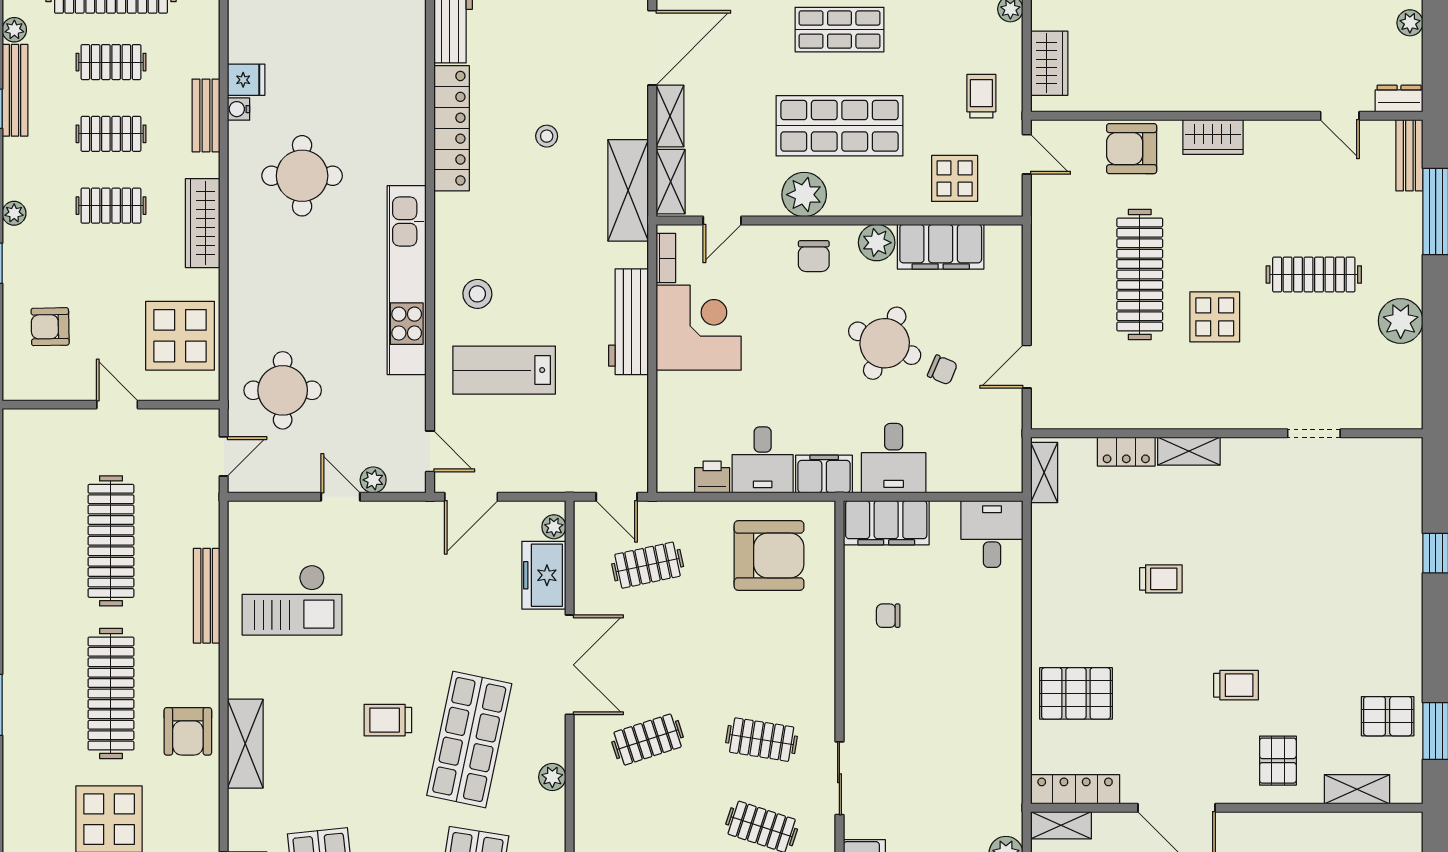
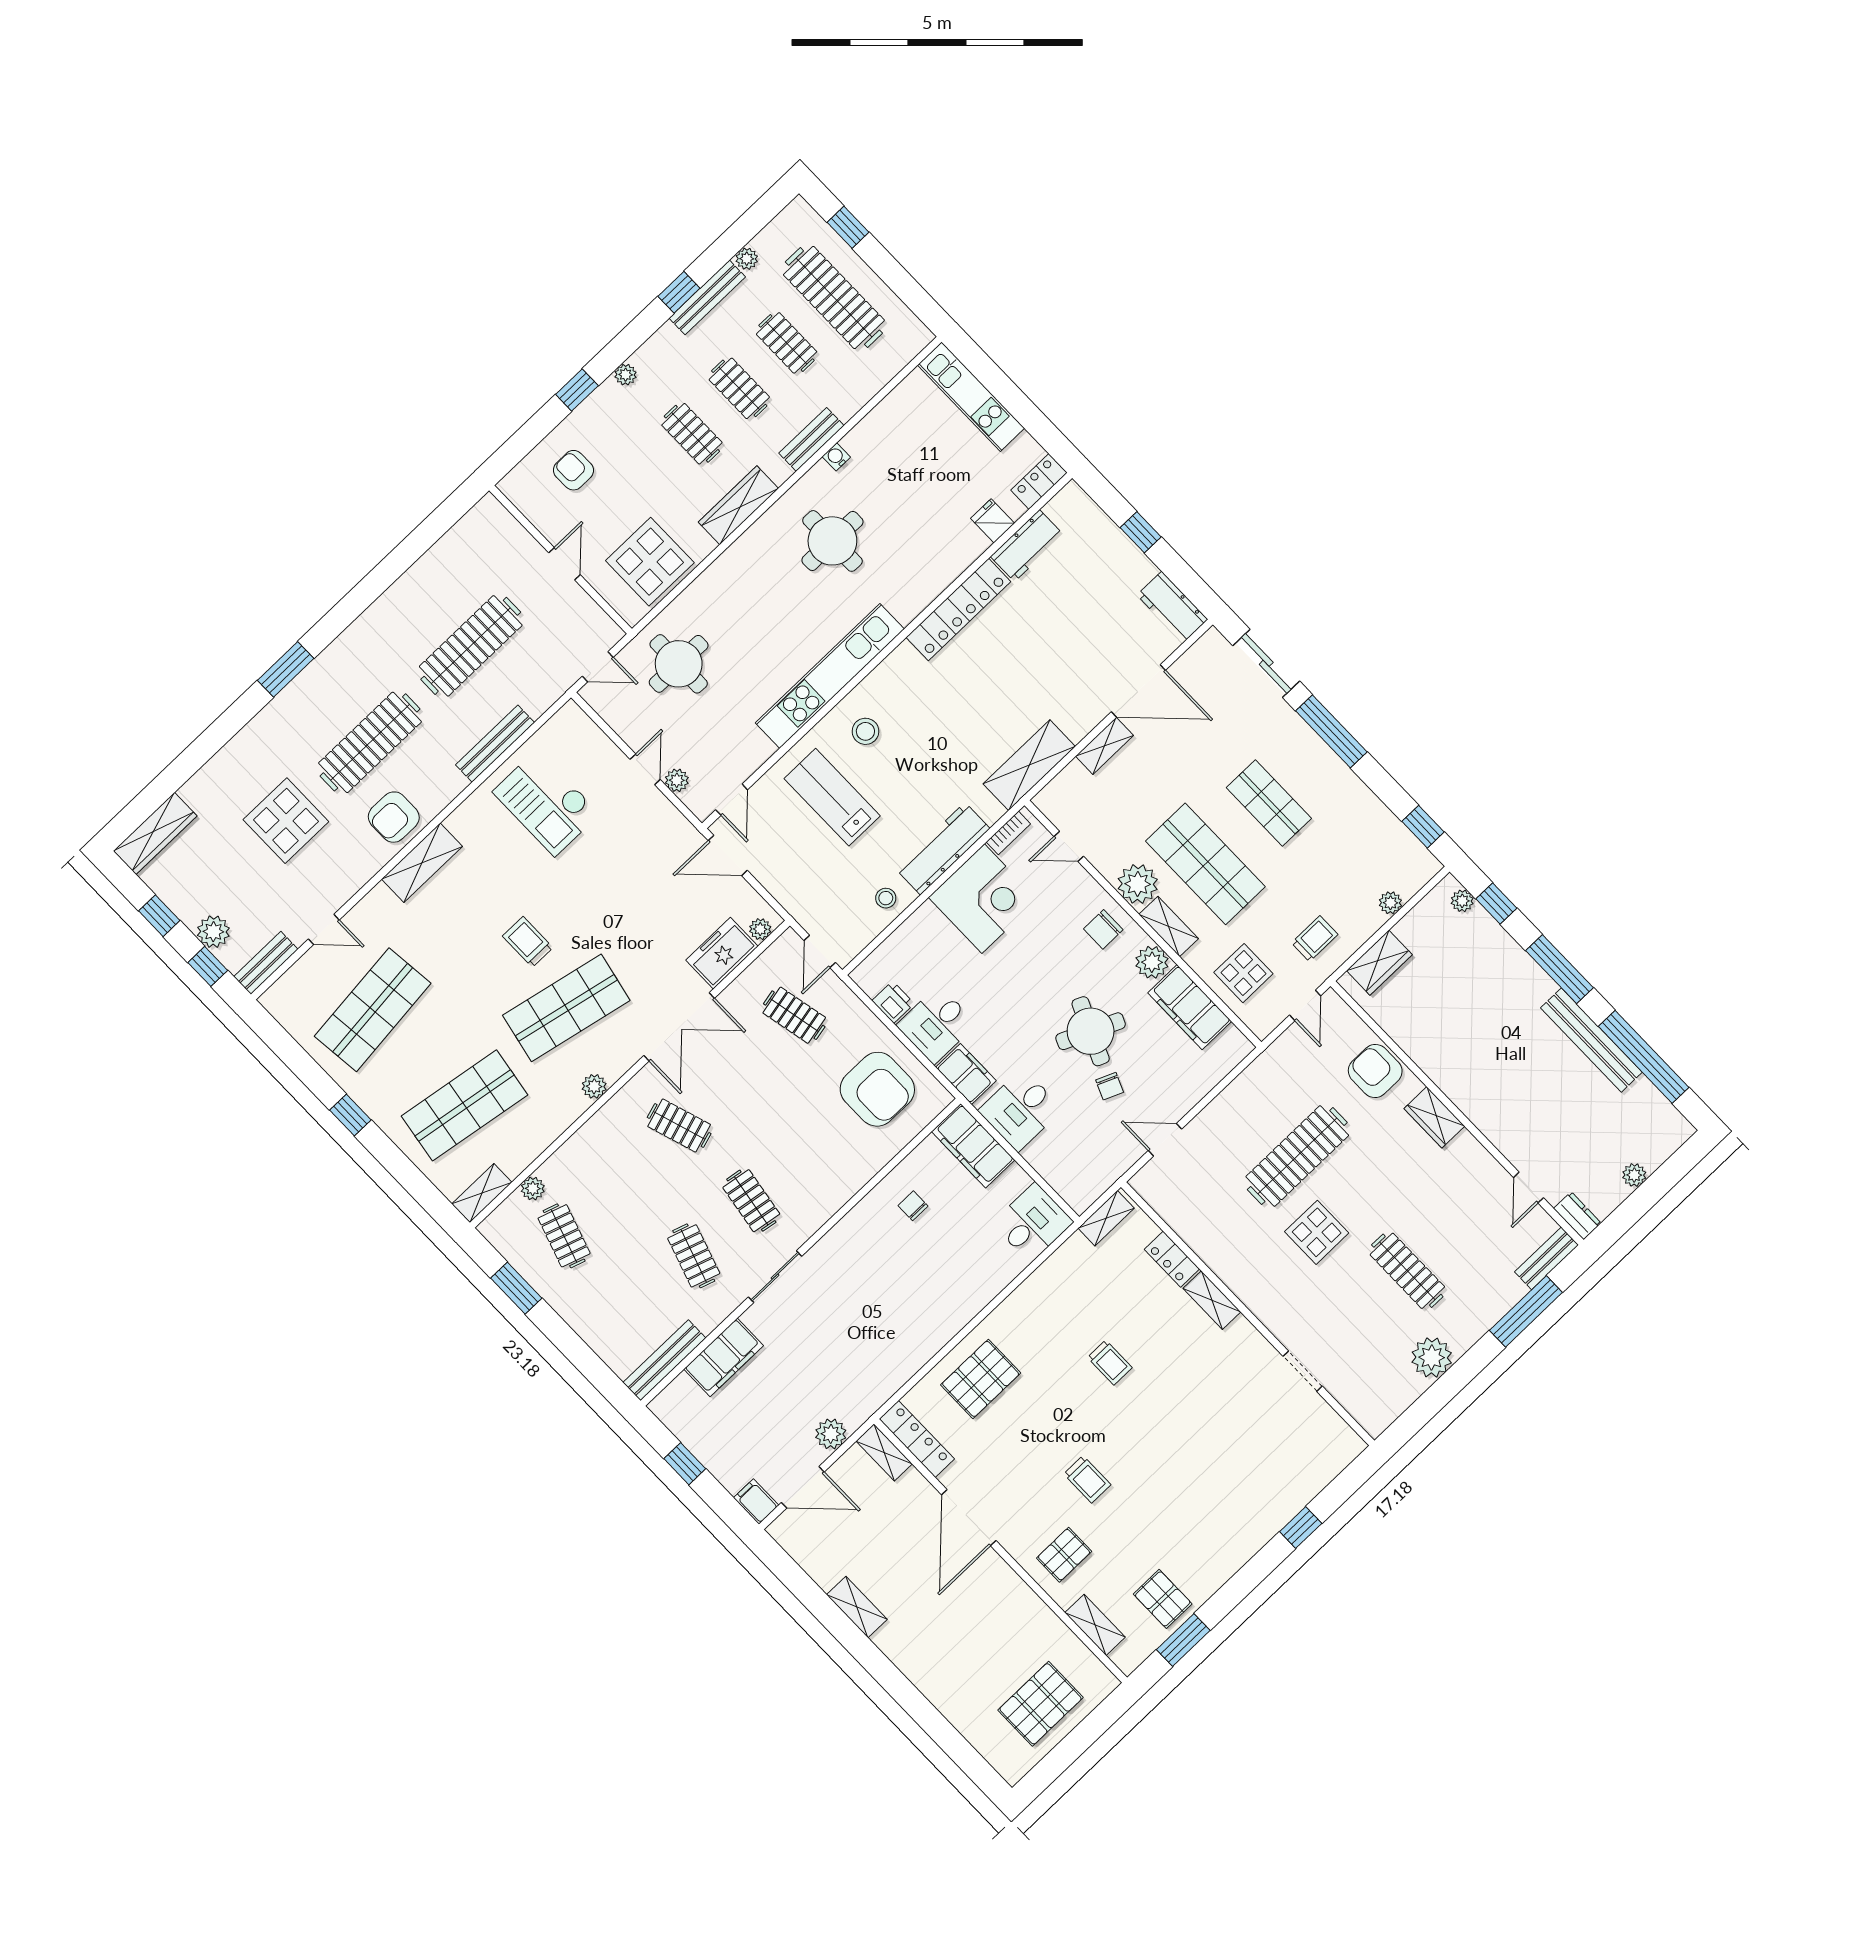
fridge: (246, 80) -> (993, 521), moved, turned 180
stool: (547, 136) -> (886, 898), moved
shelving: (671, 182) -> (1169, 926), moved, turned 90
pallet: (1076, 693) -> (981, 1379), turned 90

